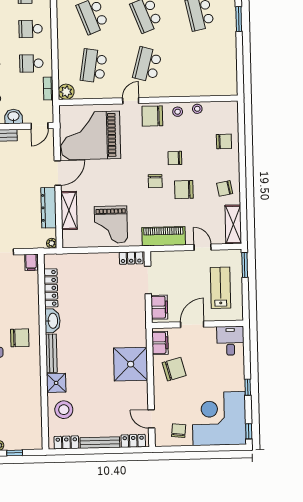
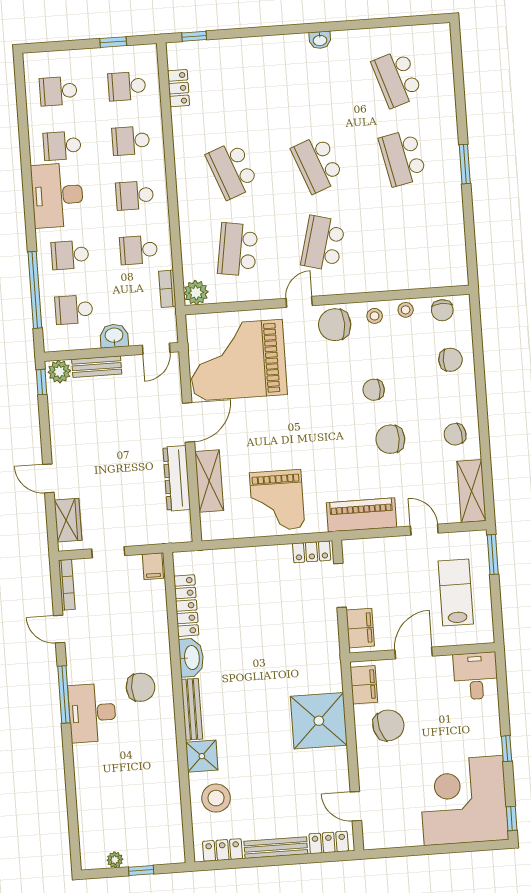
chair: (155, 181) -> (442, 310), moved
plant: (52, 243) -> (184, 534), removed
chair: (179, 431) -> (400, 823), removed

